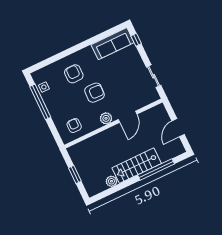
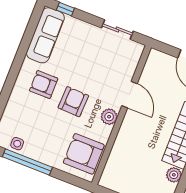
armchair: (74, 74) -> (44, 85), moved
armchair: (74, 126) -> (84, 154), width x1.88, depth x1.88

